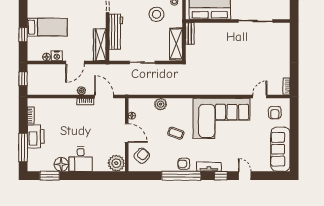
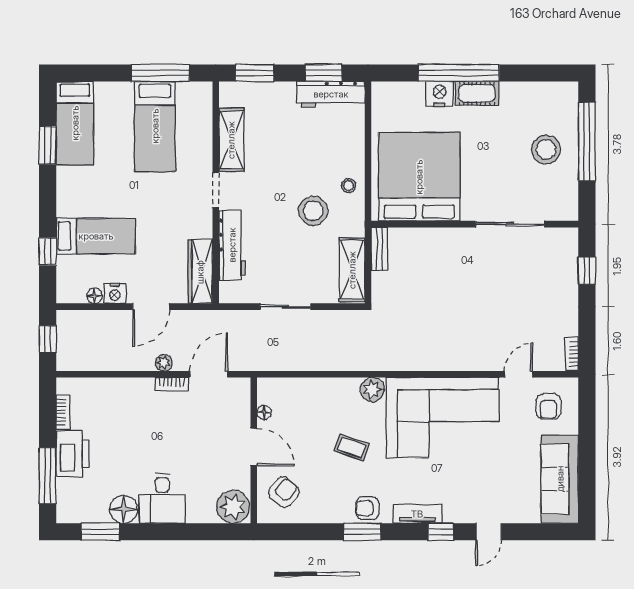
window: (294, 44) -> (587, 271), added
door: (104, 96) -> (209, 374), hinge flipped
plant: (161, 104) -> (372, 389), moved
window: (181, 176) -> (362, 532), width x0.47
door: (245, 176) -> (489, 532), swing flipped

